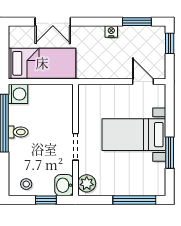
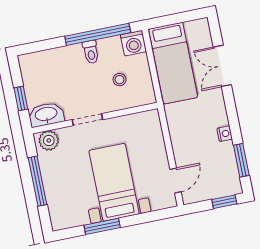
stool: (26, 184) -> (120, 80), moved
washbasin: (64, 185) -> (46, 115), width x1.38
window: (134, 200) -> (38, 181), moved

